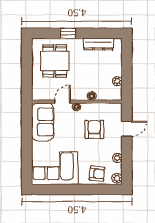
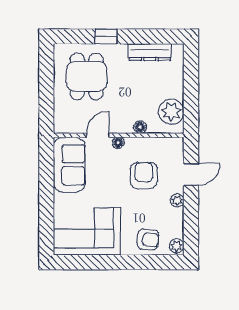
plant: (117, 81) -> (171, 112), width x1.88, depth x1.88
plant: (117, 158) -> (177, 200), moved

